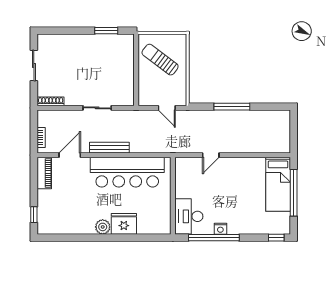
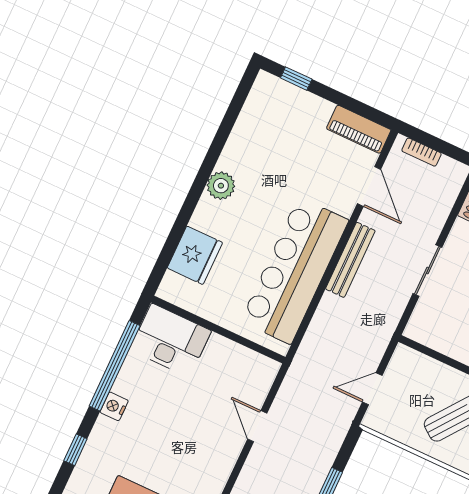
fridge: (124, 224) -> (195, 255), moved
nightstand: (220, 229) -> (114, 406), moved
window: (276, 238) -> (75, 450), moved

